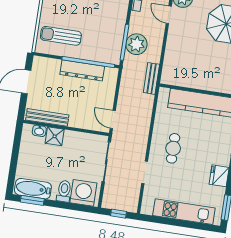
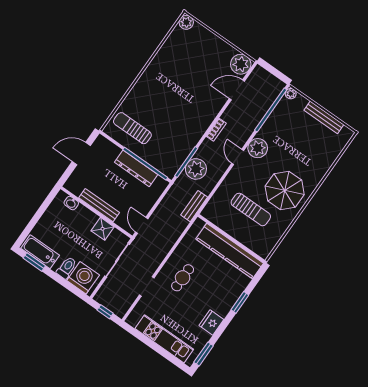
sun lounger: (204, 56) -> (251, 209), added
bench: (47, 117) -> (99, 205), moved
shower: (55, 136) -> (103, 229), moved

